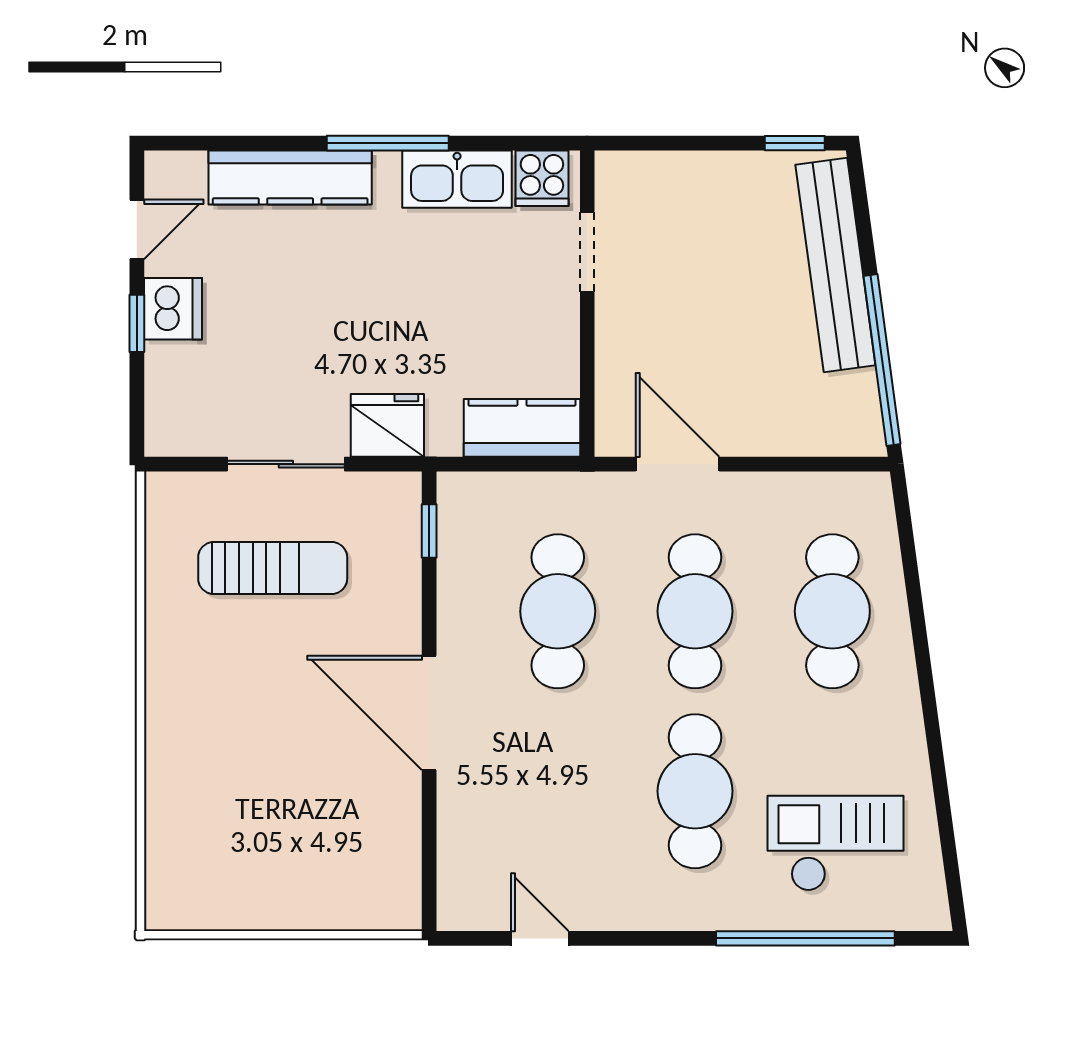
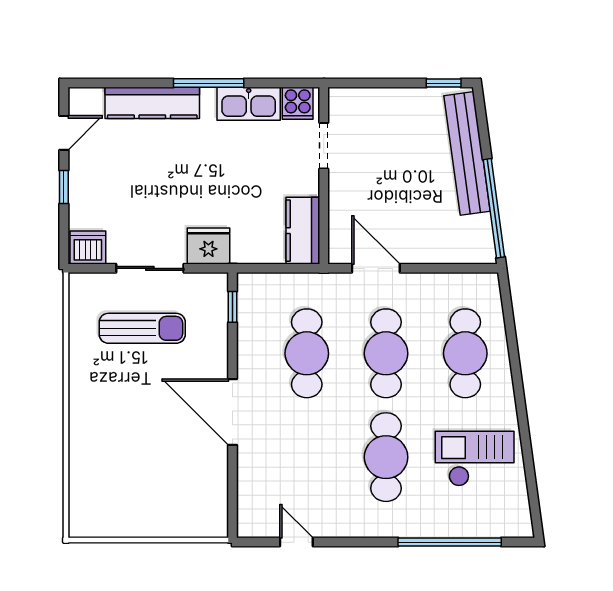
dishwasher: (173, 309) -> (88, 248), moved, turned -90
kitchen counter: (522, 428) -> (303, 231), moved, turned -90
checkout: (836, 843) -> (475, 459), moved

